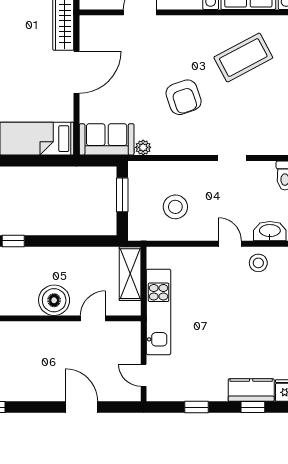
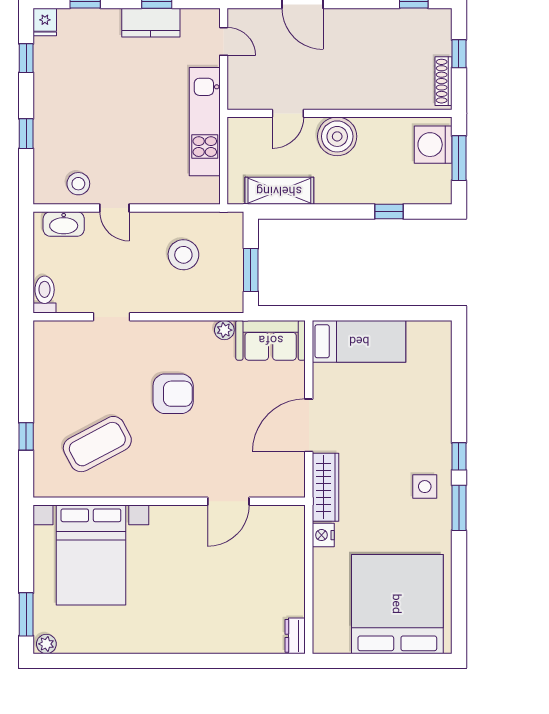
armchair: (184, 97) -> (173, 394), turned 109
shelving: (130, 274) -> (279, 191), moved, turned 90
kitchen counter: (251, 390) -> (151, 23), moved

